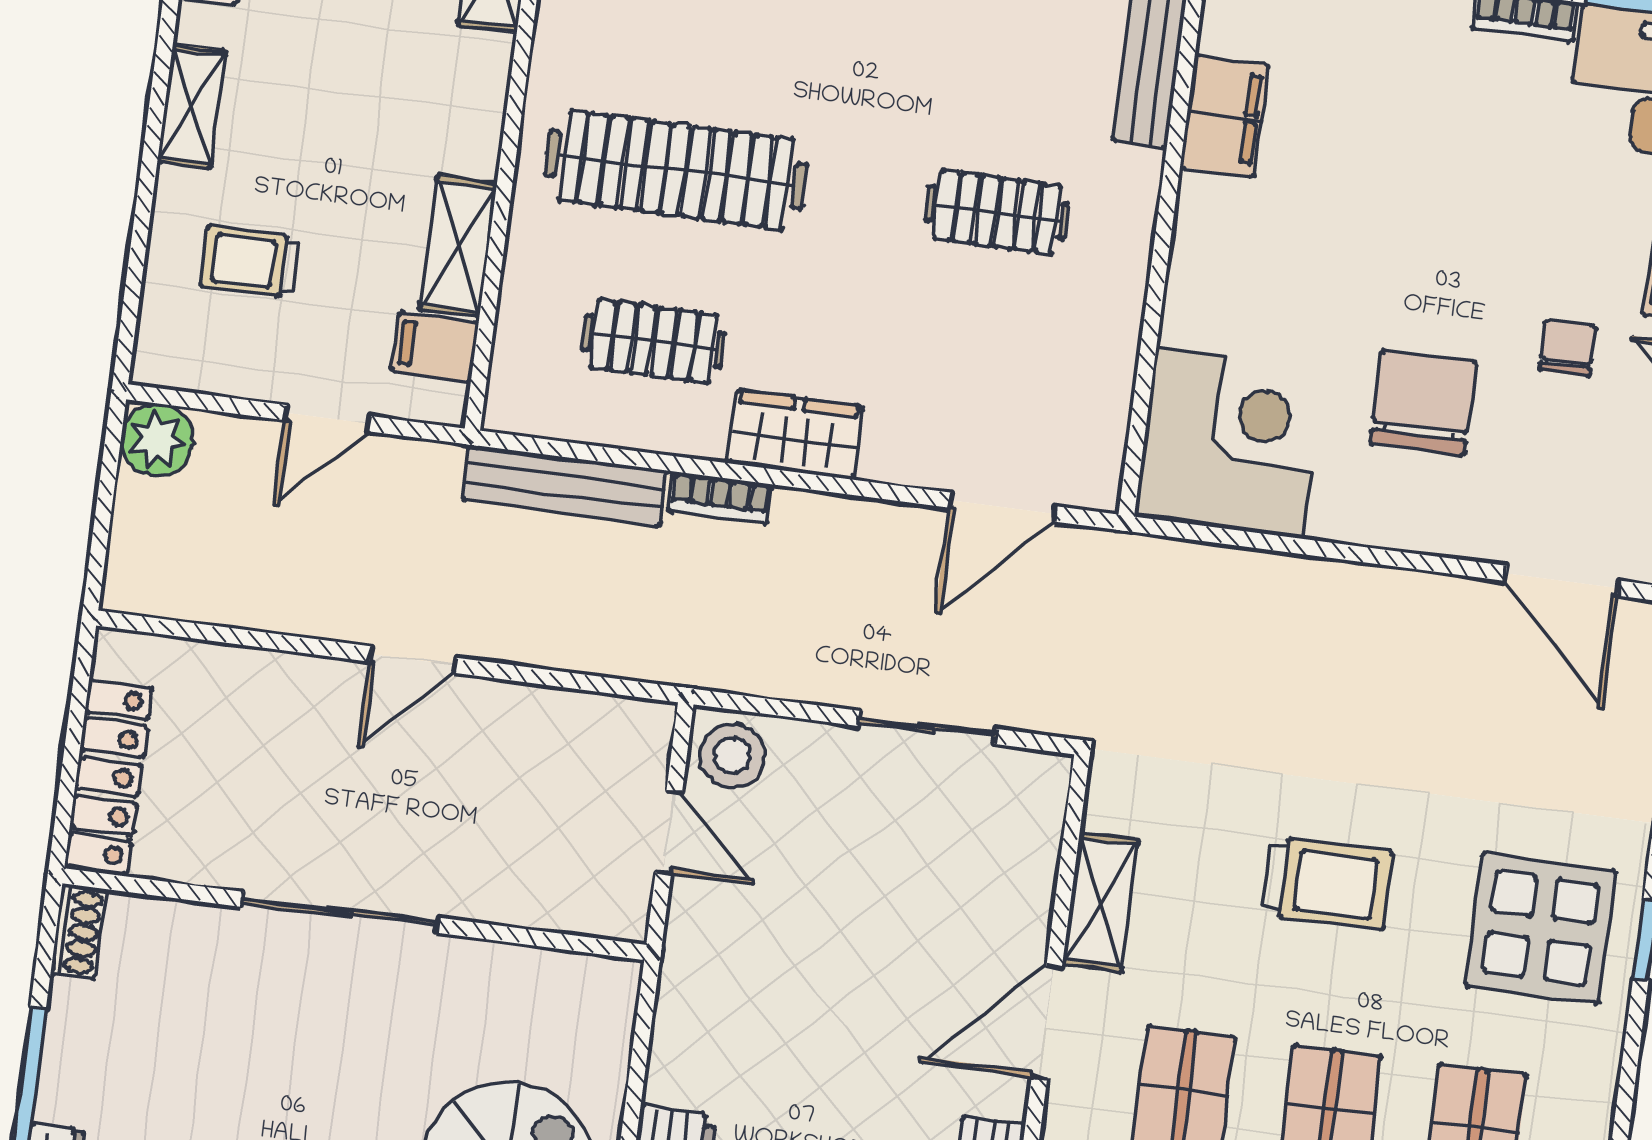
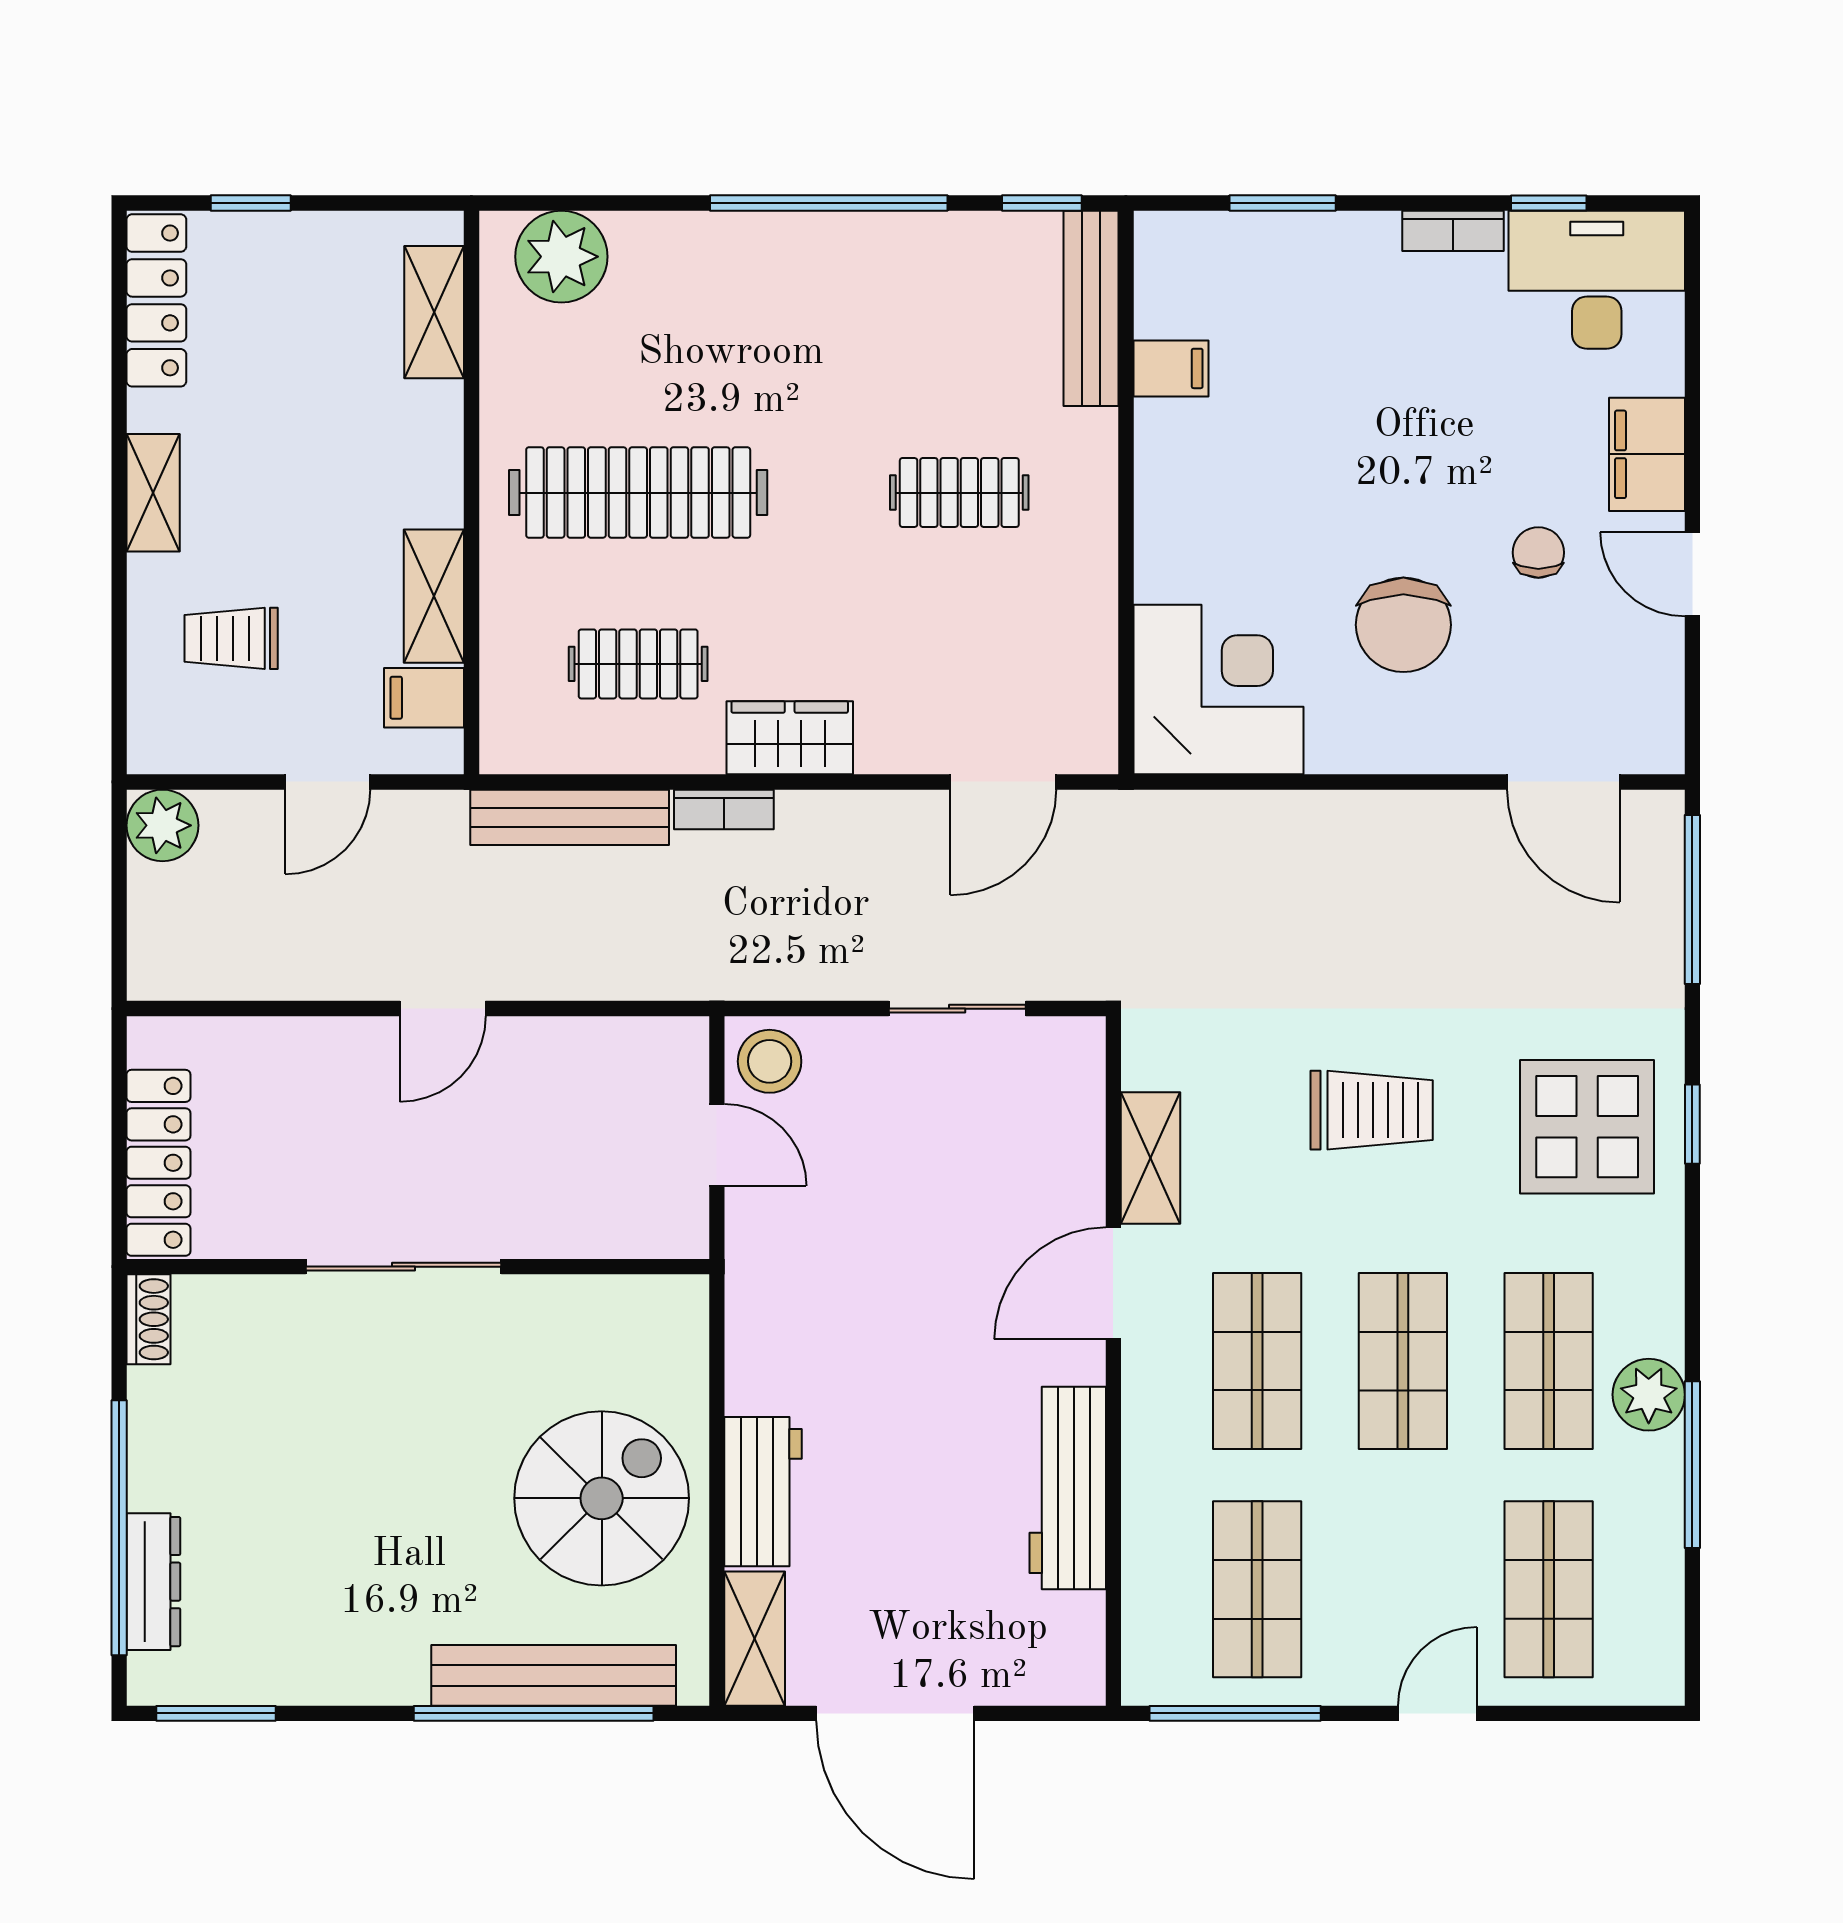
filing cabinet: (1225, 116) -> (1171, 368), width x0.50
chair: (1423, 403) -> (1403, 625), turned 180

